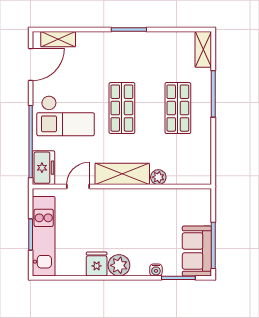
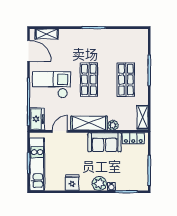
shelving: (203, 49) -> (143, 117), moved
door: (31, 64) -> (29, 51), hinge flipped
checkout: (66, 116) -> (52, 85), turned 180
locker: (189, 197) -> (133, 138), added
sofa: (197, 251) -> (105, 142), moved, turned -90
plant: (119, 265) -> (99, 183), moved

